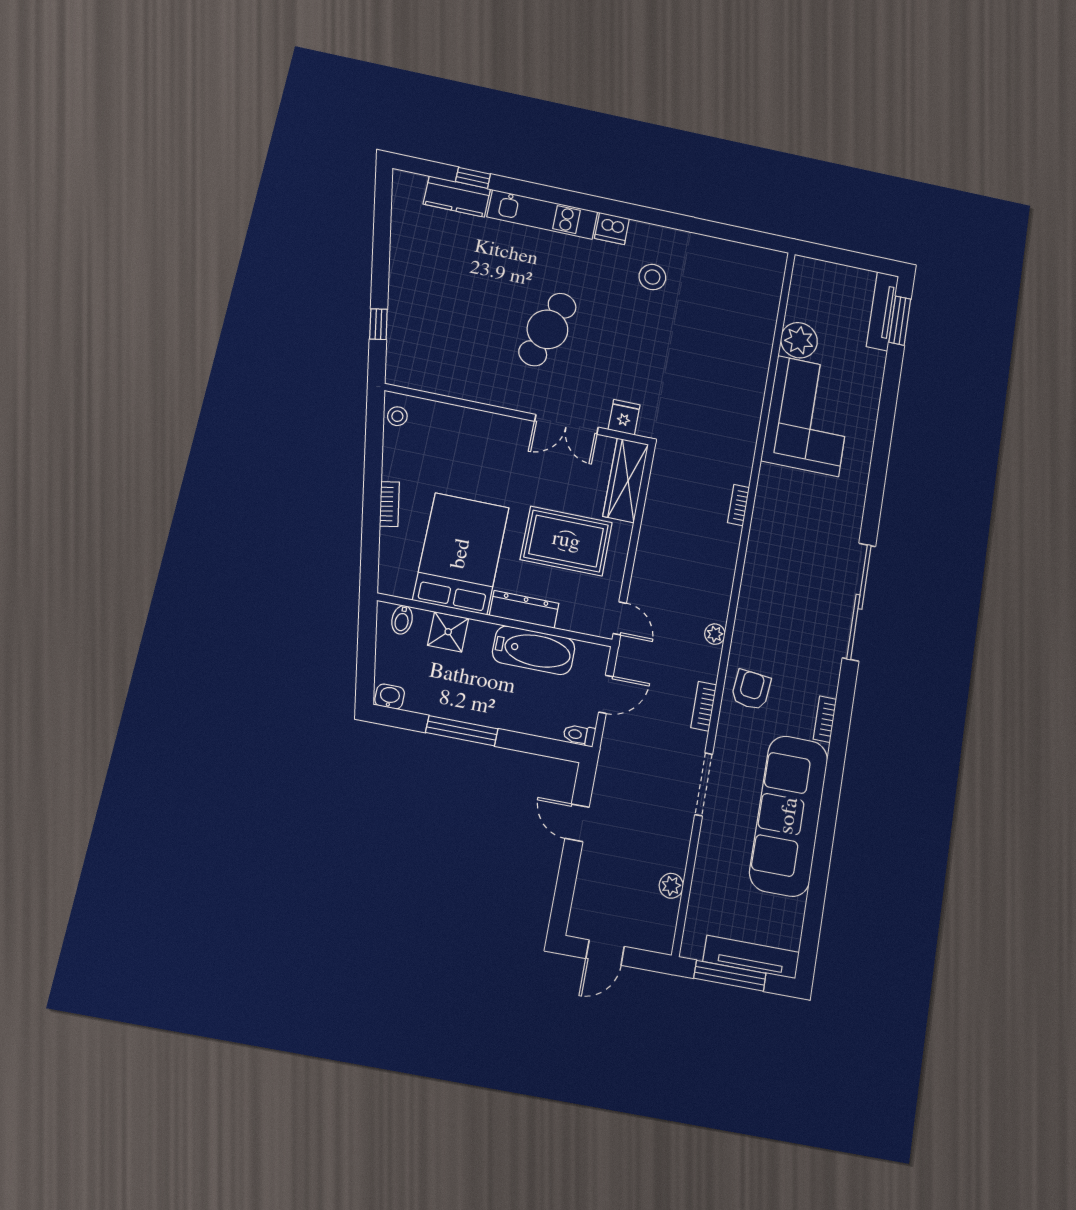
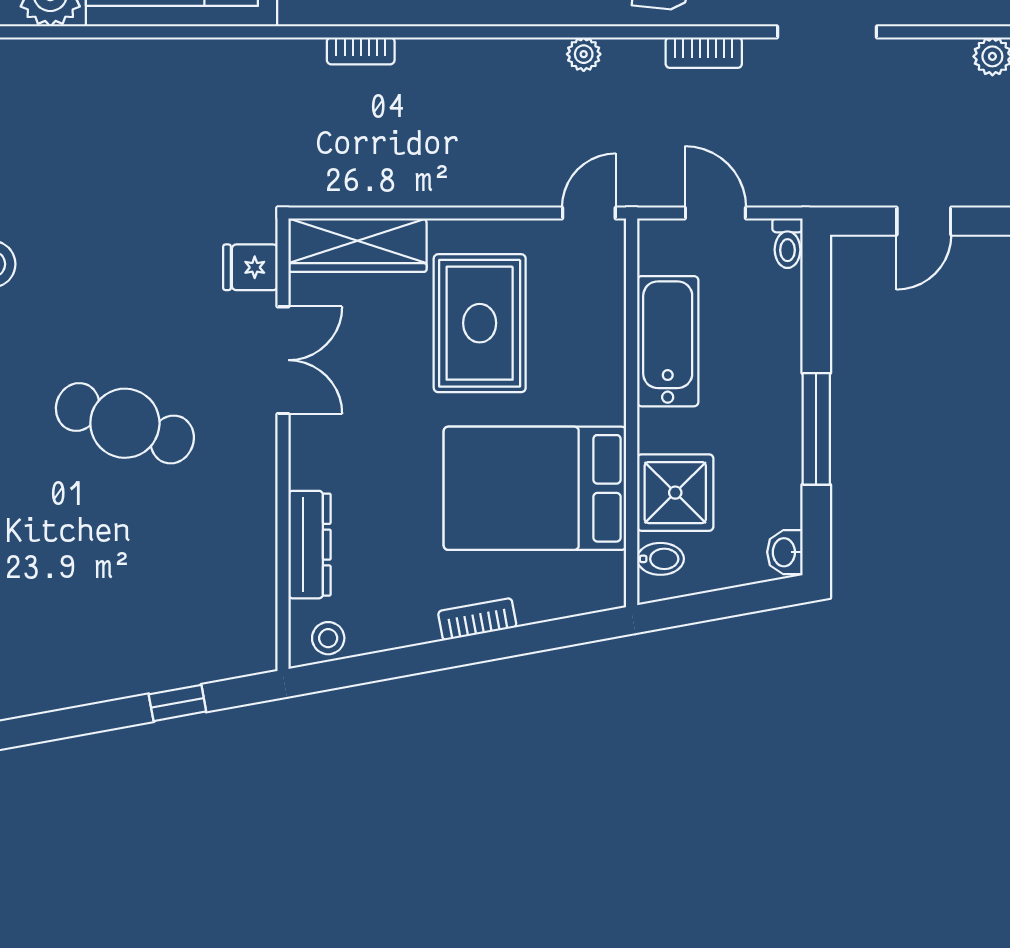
dresser: (524, 609) -> (310, 545), moved, turned 180
shower: (448, 632) -> (675, 493), width x1.36, depth x1.36

